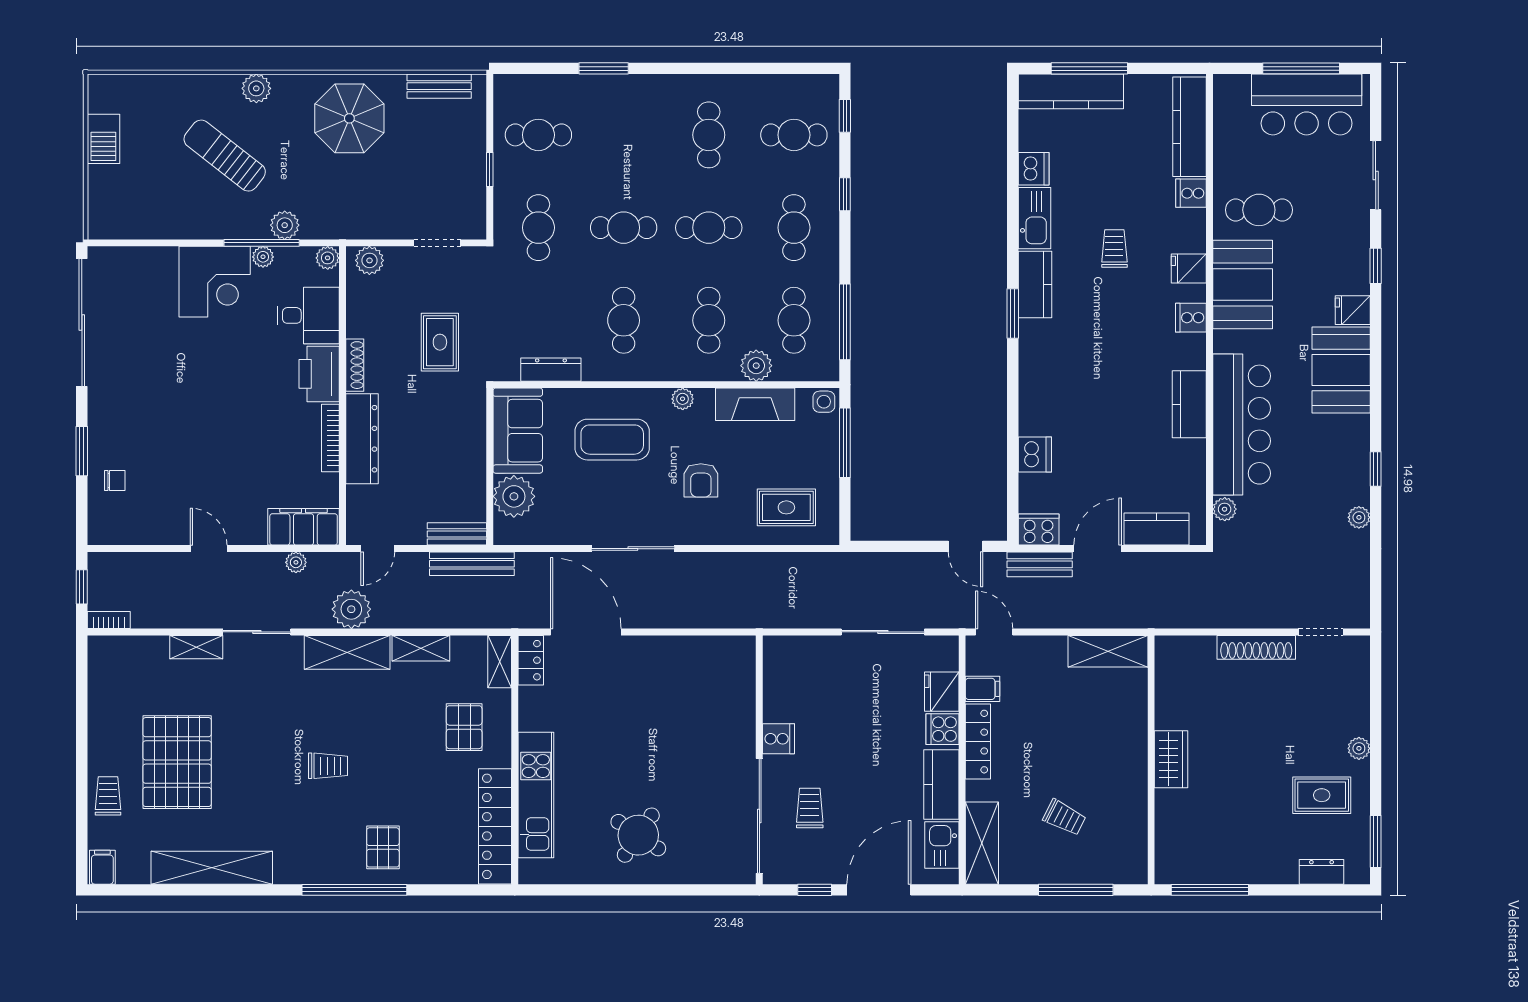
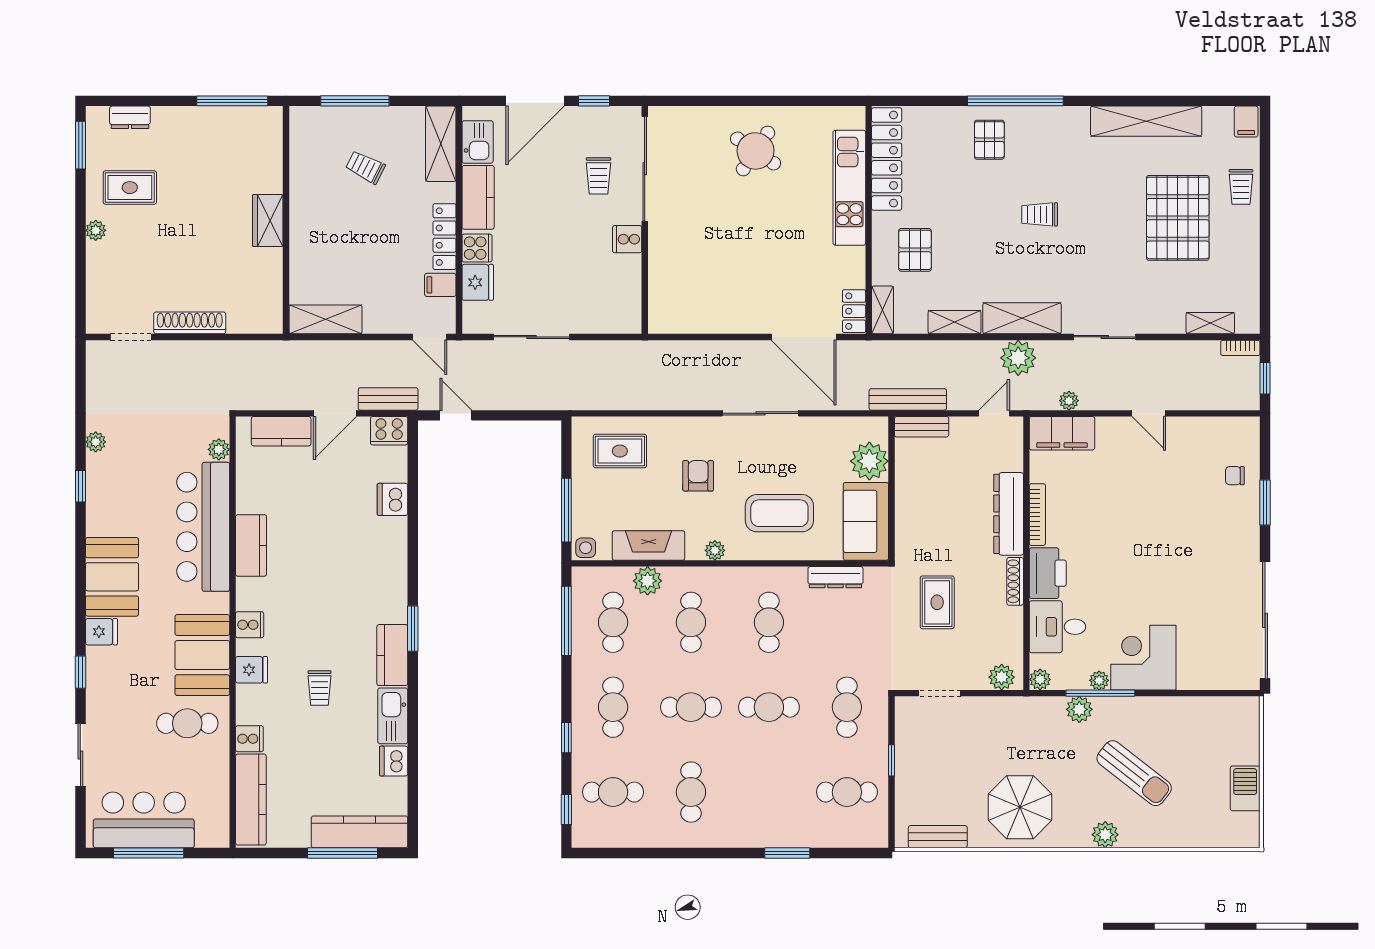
shelving: (196, 647) -> (1210, 323), moved

